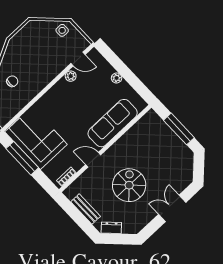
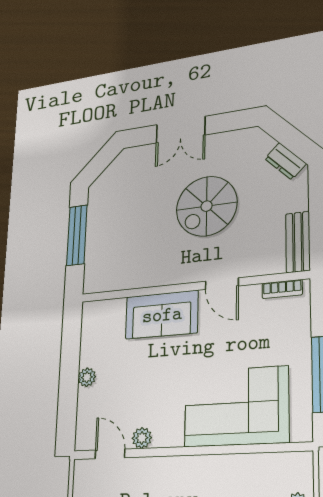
sofa: (113, 123) -> (162, 315), width x0.73
corner sofa: (36, 138) -> (236, 406), moved, turned 90
bench: (86, 209) -> (298, 242), moved

